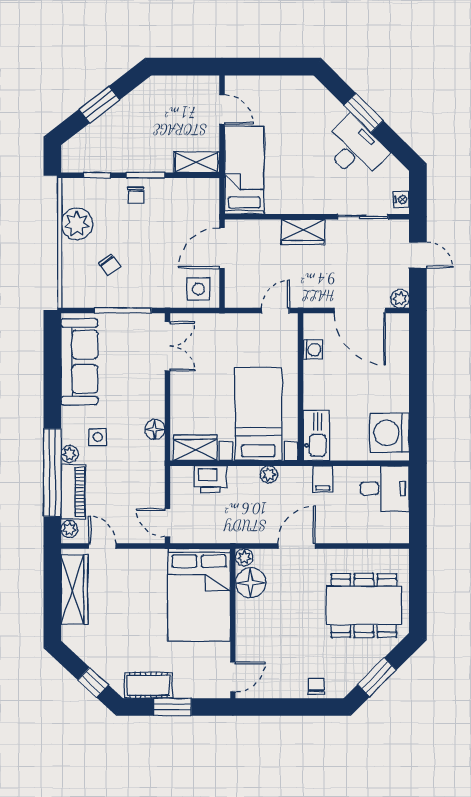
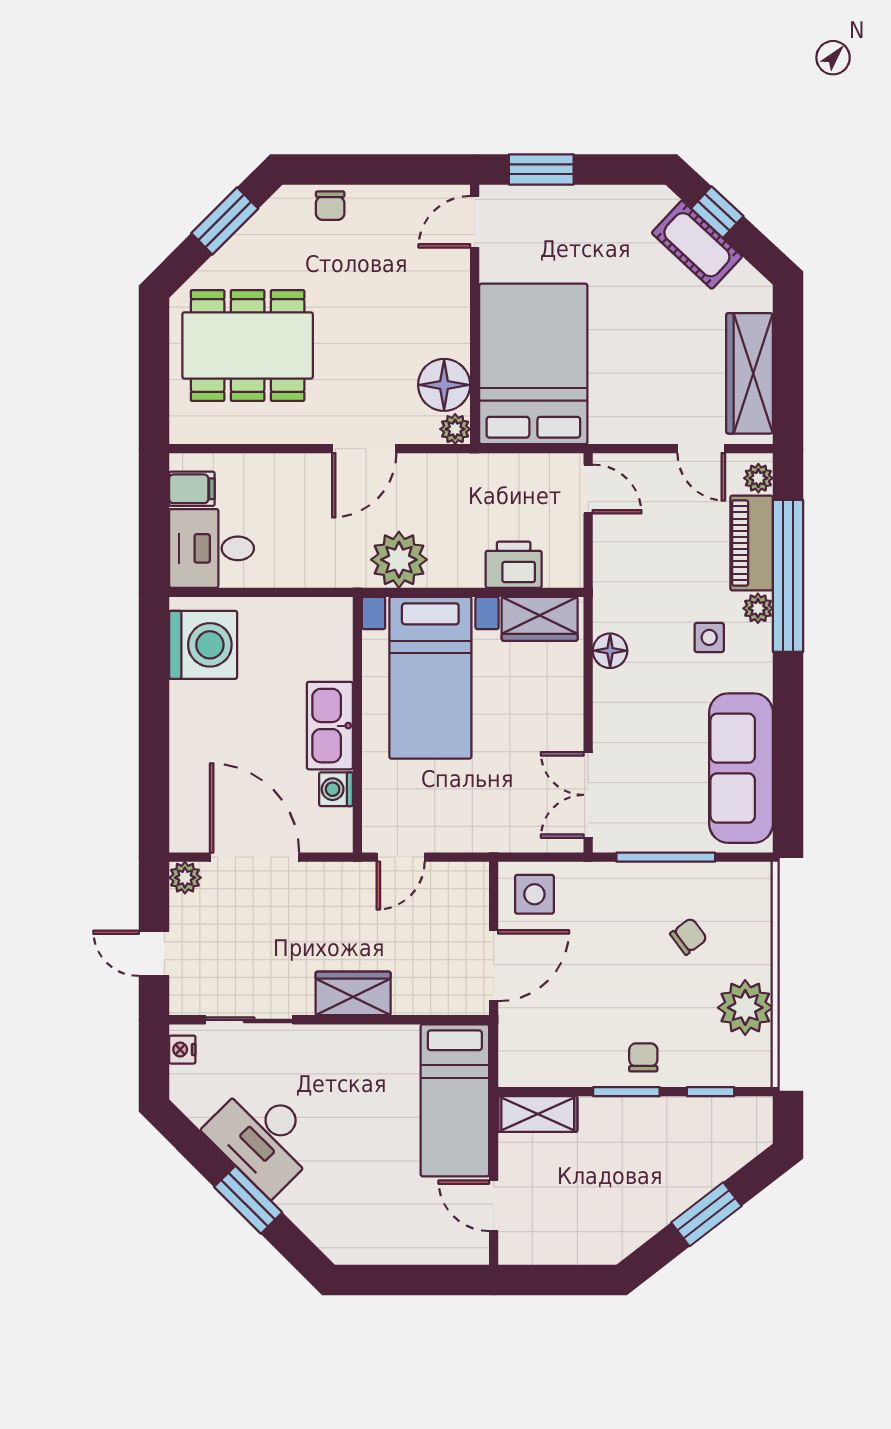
chair: (110, 265) -> (689, 936), turned 89
kitchen sink: (316, 435) -> (330, 726), moved
plant: (269, 474) -> (399, 560), width x1.88, depth x1.88
filing cabinet: (323, 479) -> (192, 489), moved, turned 90
cot: (148, 685) -> (697, 245), moved, turned 43
window: (173, 707) -> (541, 169), moved

